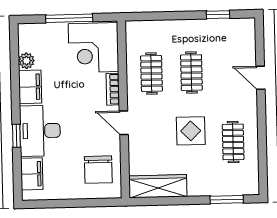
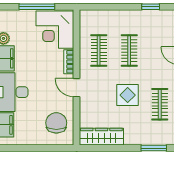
chair: (98, 170) -> (56, 123), turned 180

